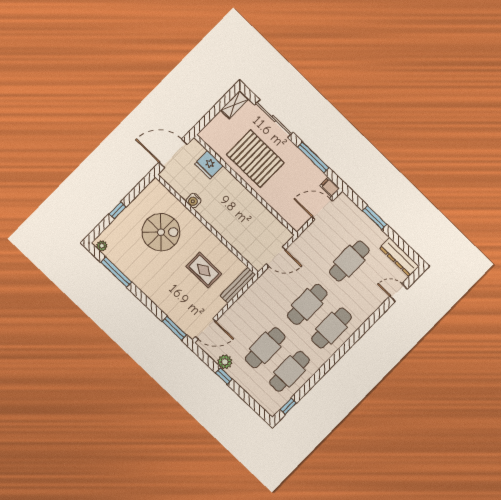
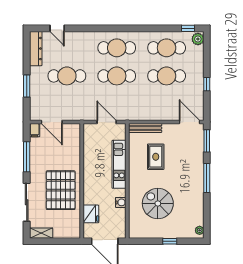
kitchen unit: (228, 232) -> (119, 164), added
window: (116, 272) -> (207, 178), moved
plant: (225, 362) -> (198, 39), moved

